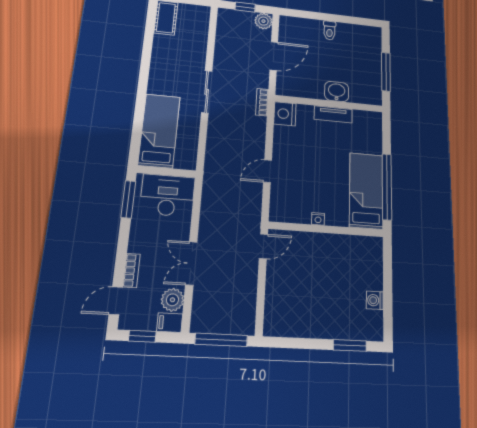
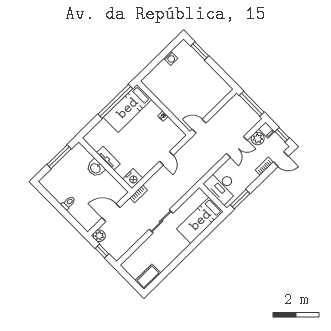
door: (268, 171) -> (166, 158), hinge flipped

